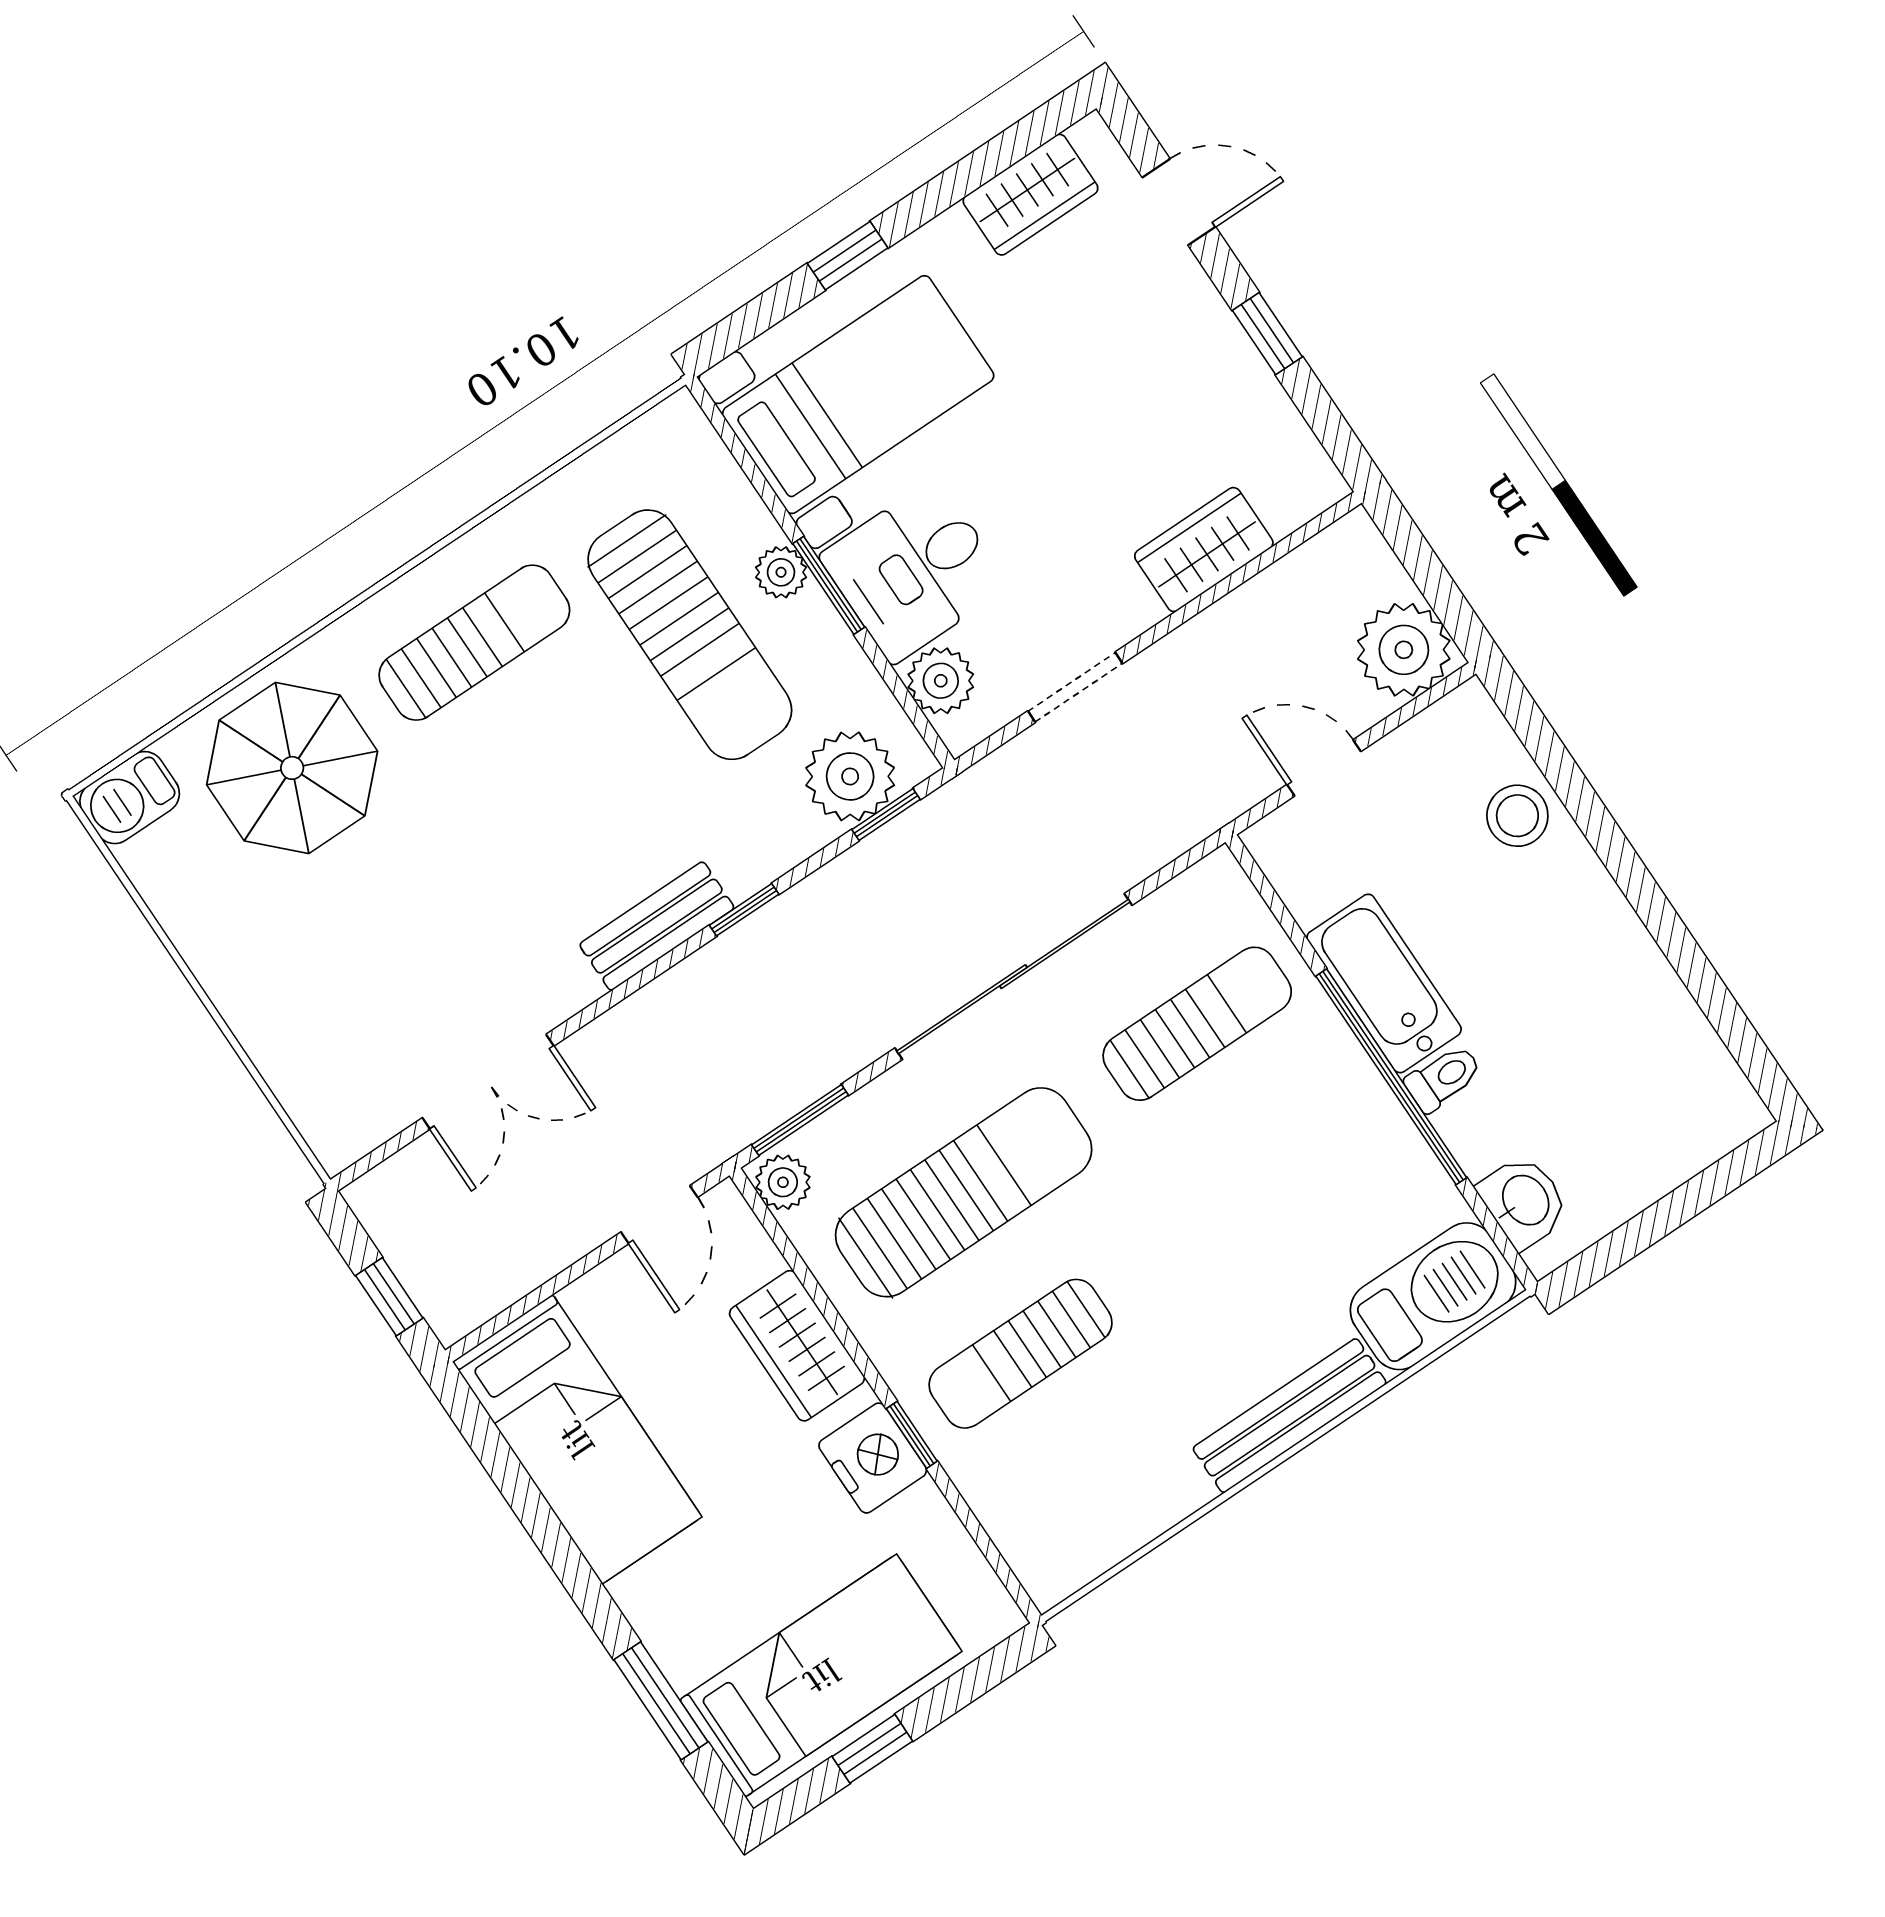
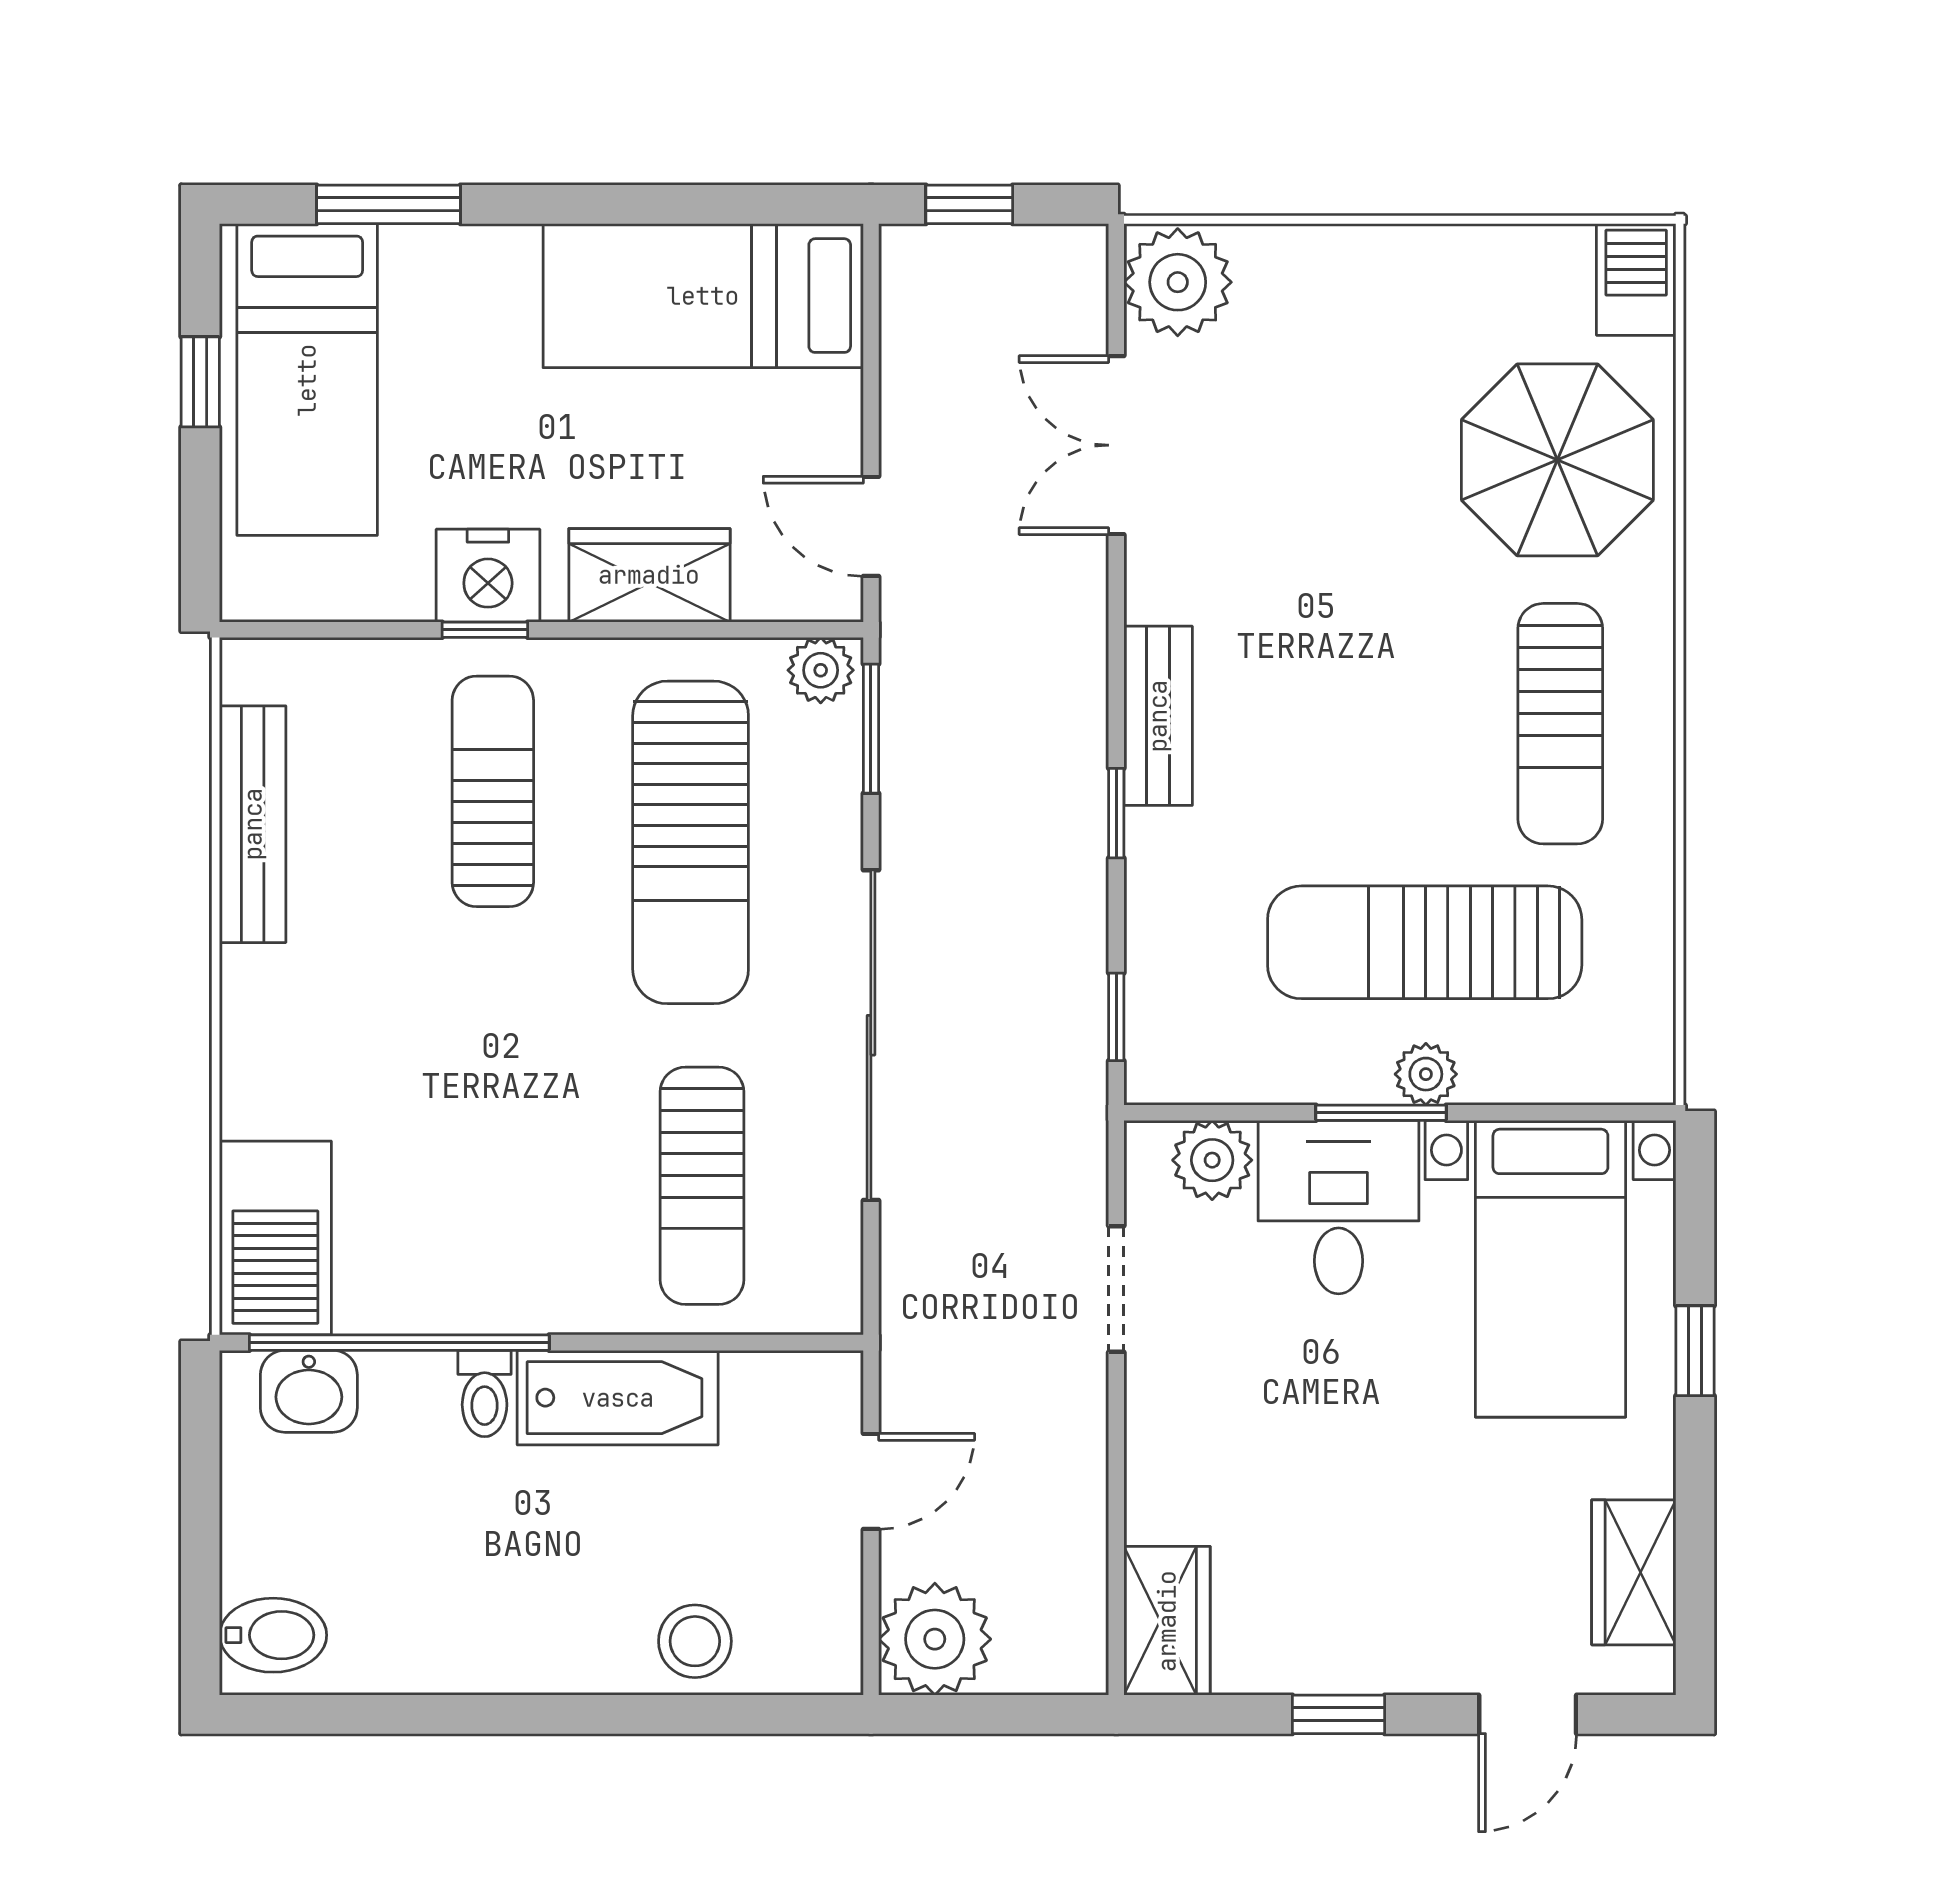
wardrobe: (1204, 550) -> (1167, 1621), moved
plant: (850, 776) -> (1178, 282), moved
window: (1391, 1077) -> (399, 1343), moved
bidet: (1710, 1112) -> (273, 1635), added
bench: (1290, 1416) -> (253, 824), moved

